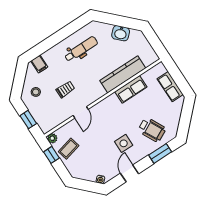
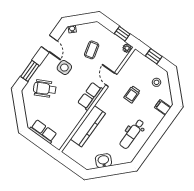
row of seats: (131, 89) -> (90, 96), moved
coffee table: (69, 149) -> (92, 50), moved

